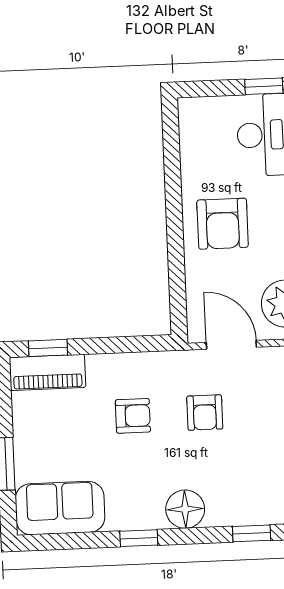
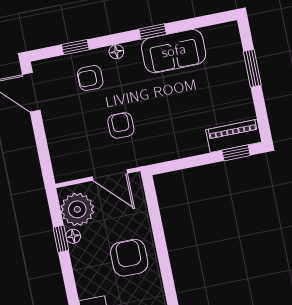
armchair: (133, 416) -> (90, 78), moved
sofa: (60, 508) -> (174, 51), moved
floor lamp: (185, 509) -> (116, 52), width x0.53, depth x0.53

